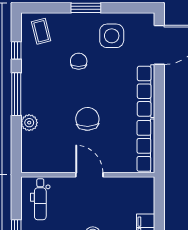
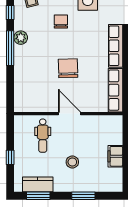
plant: (29, 123) -> (21, 38), moved
dental chair: (40, 199) -> (43, 136), moved

